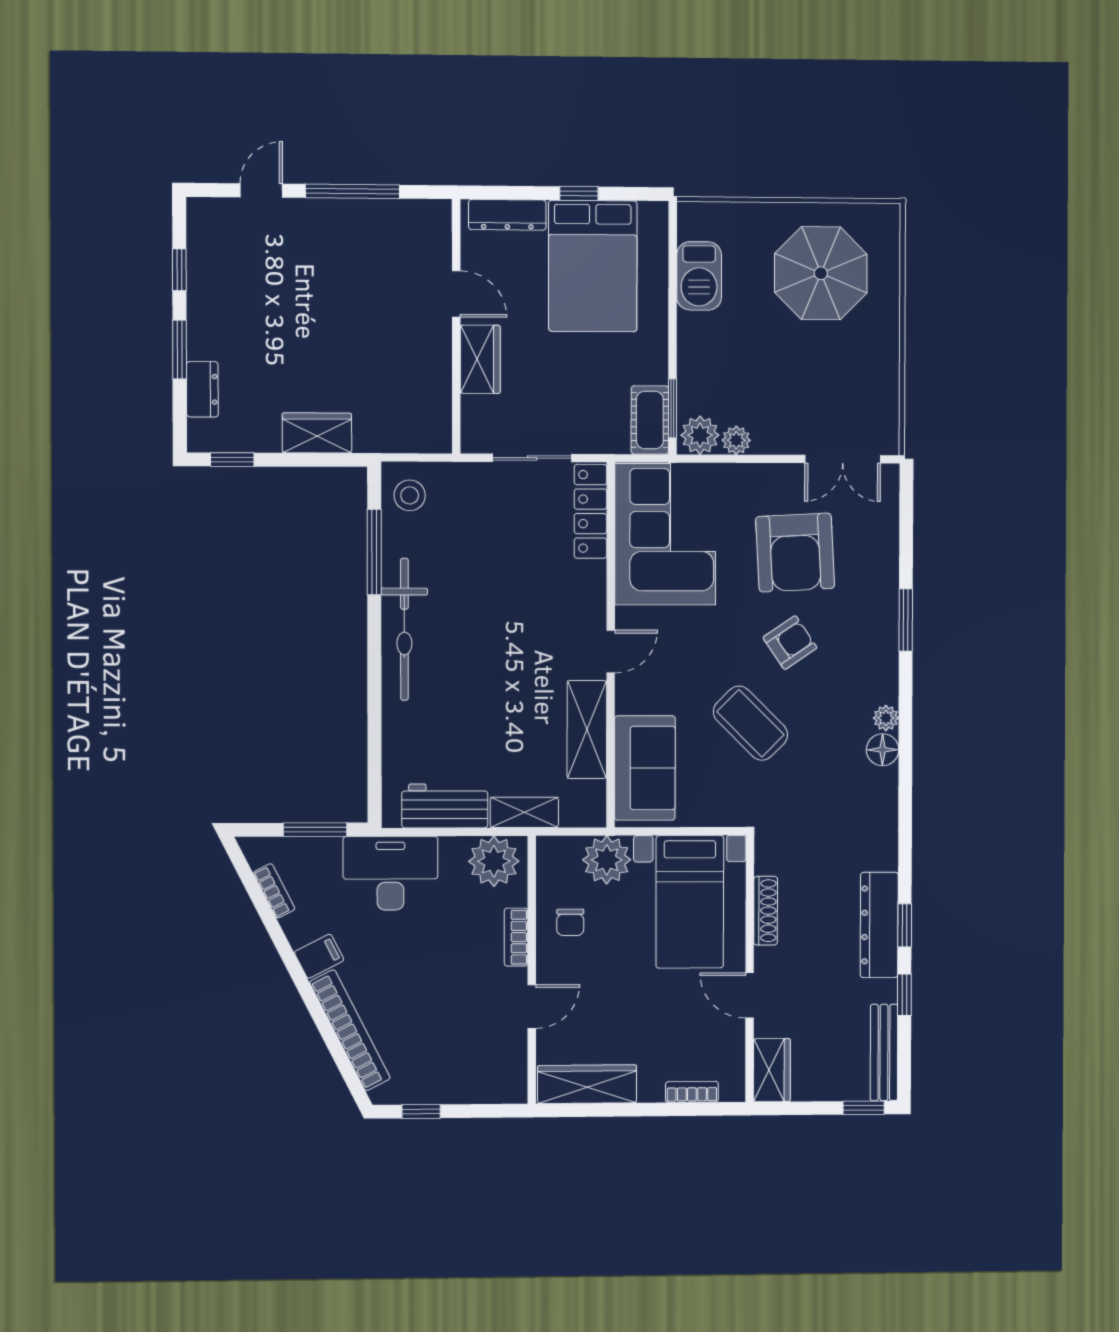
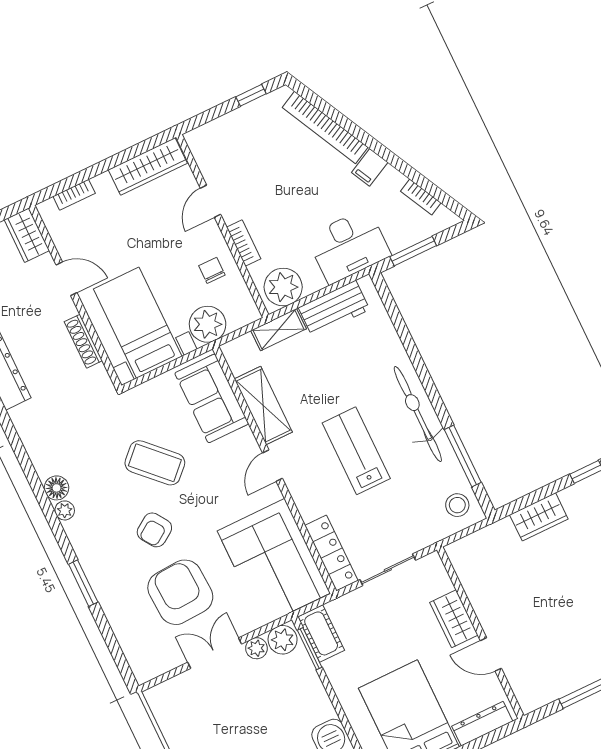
double door: (843, 459) -> (215, 653), moved
lab bench: (501, 621) -> (356, 451), added

